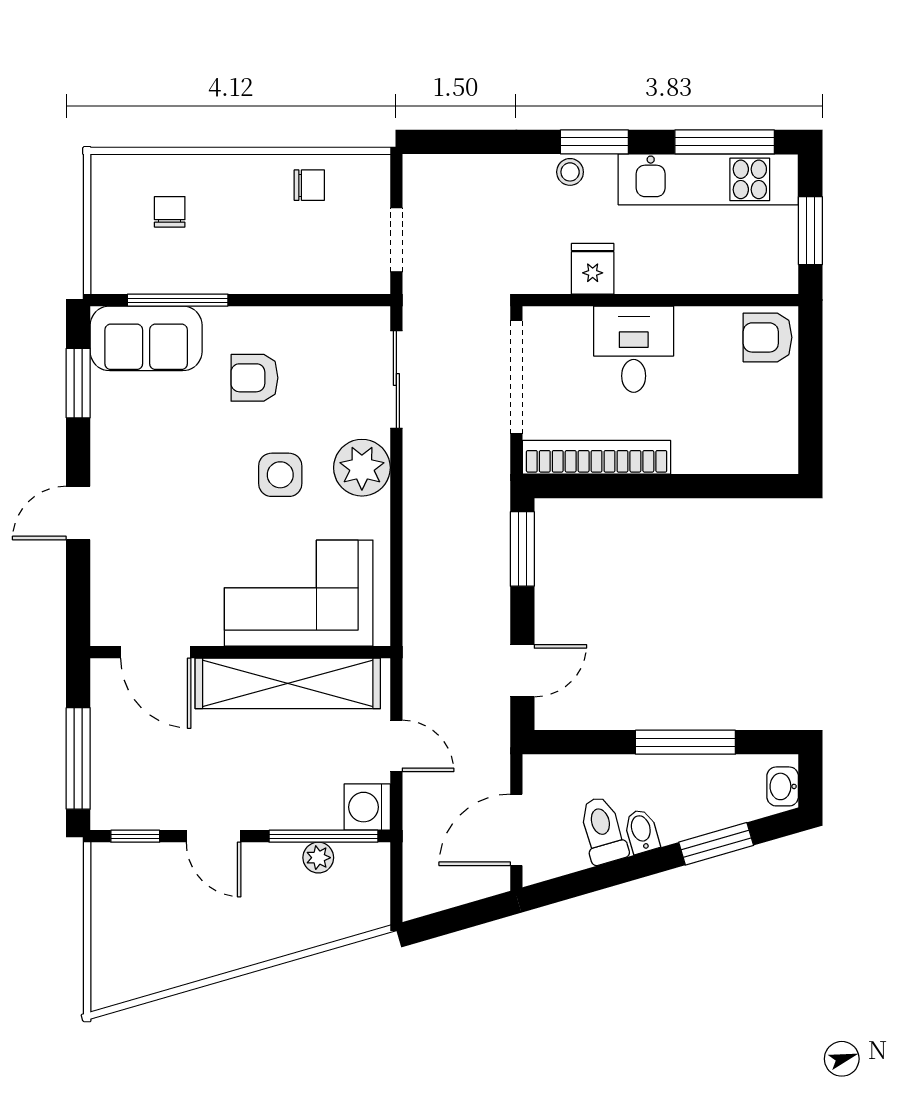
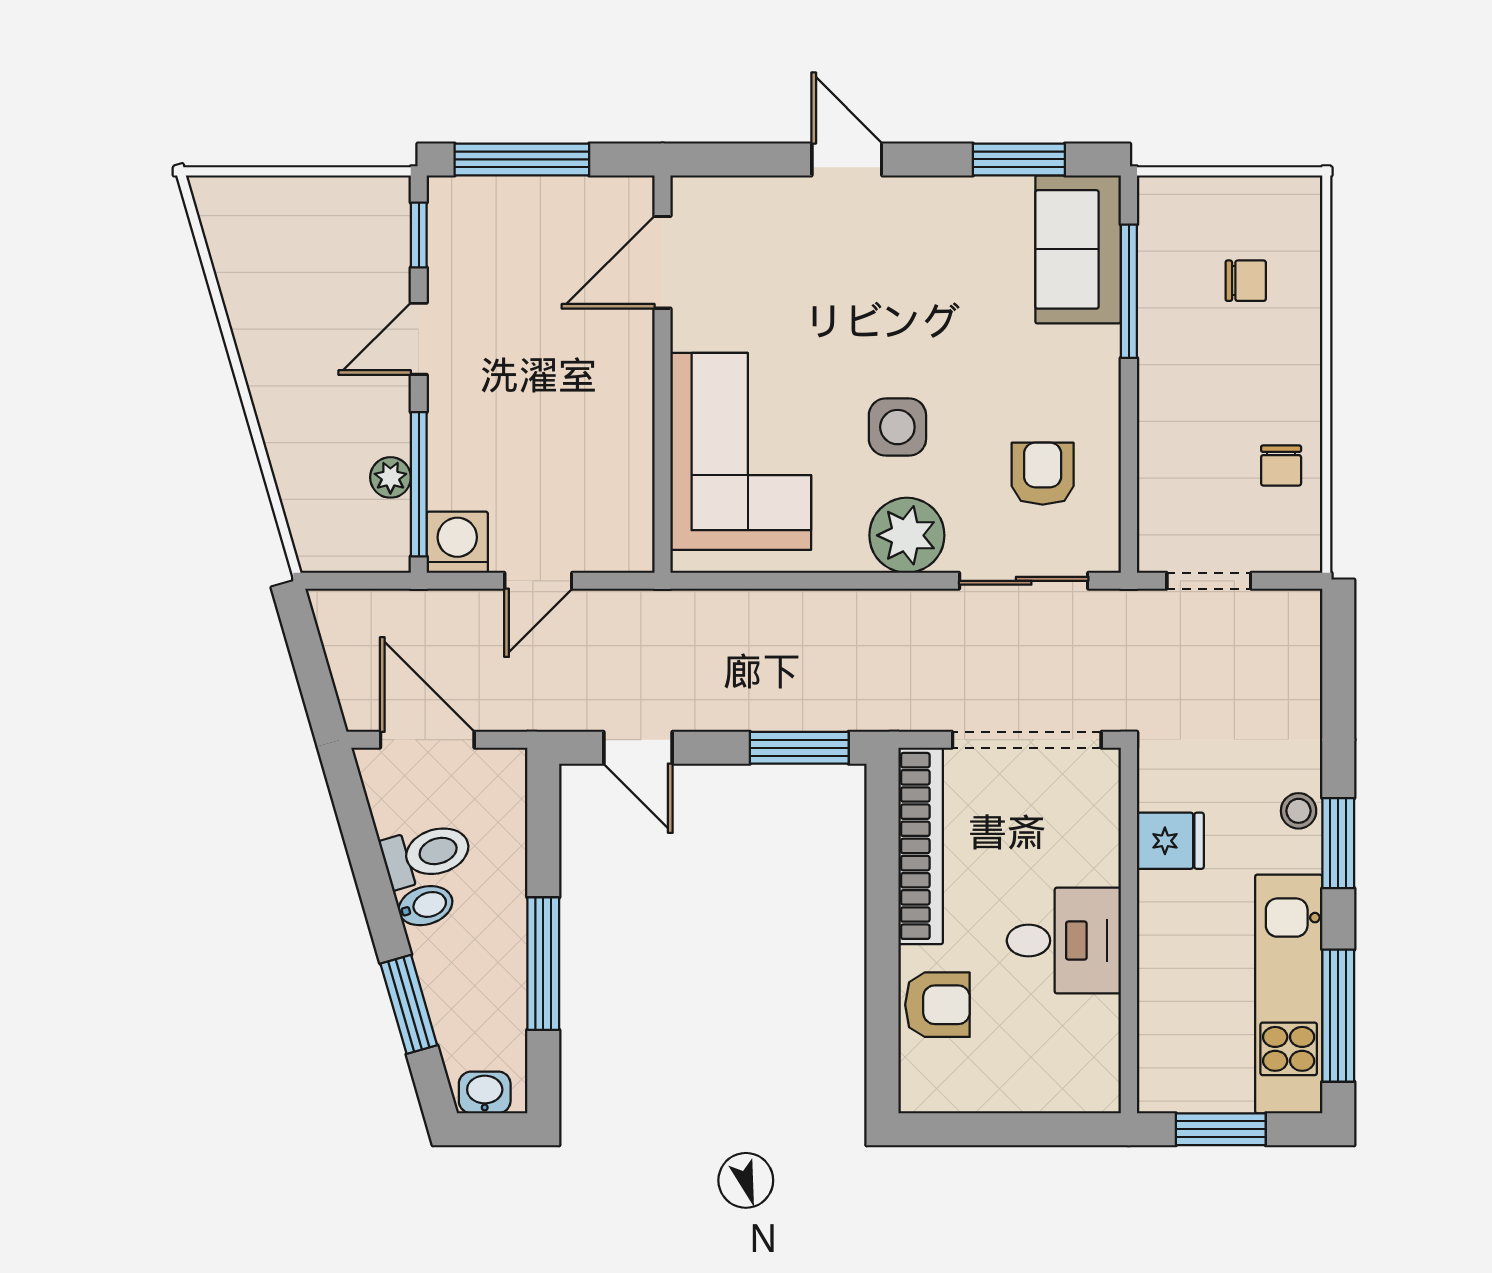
armchair: (768, 337) -> (937, 1005), moved, turned 90
desk: (634, 349) -> (1064, 941), moved
armchair: (254, 378) -> (1043, 474), moved
shelving: (288, 683) -> (621, 437), removed

